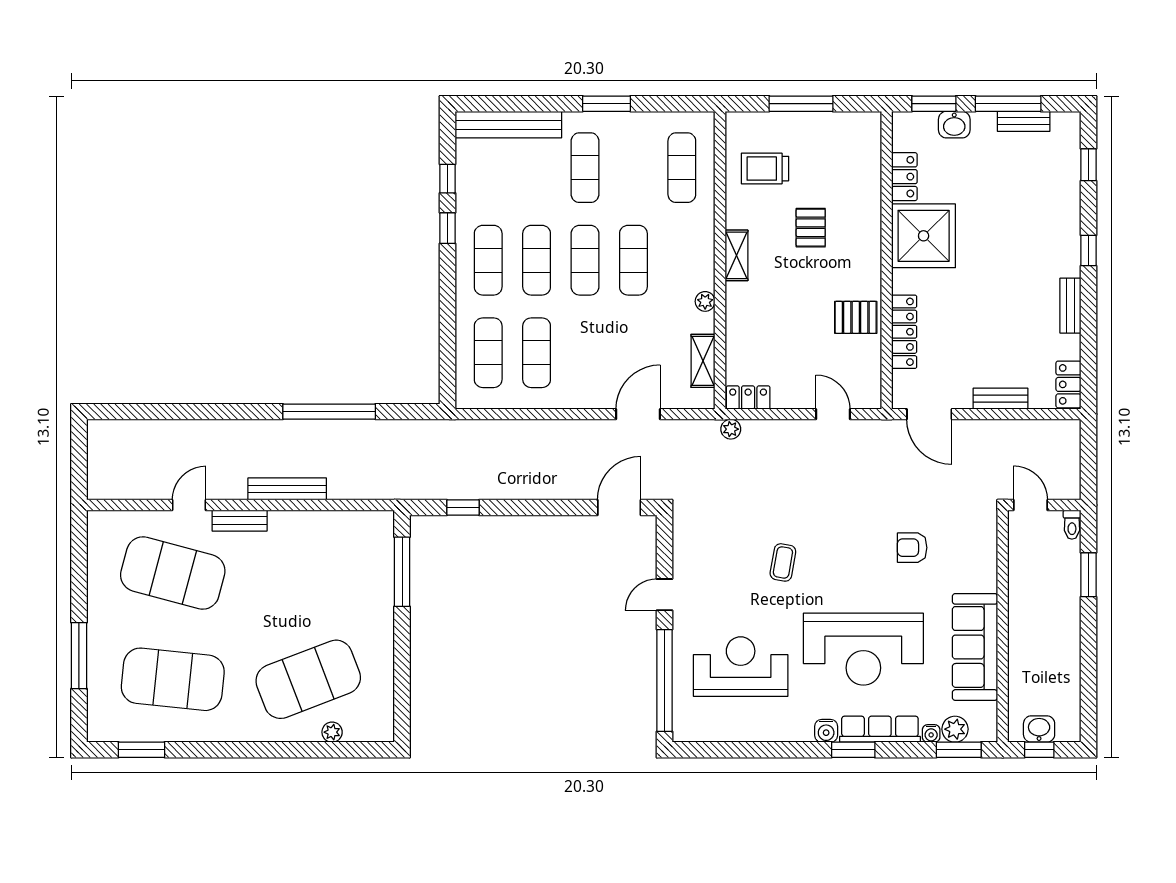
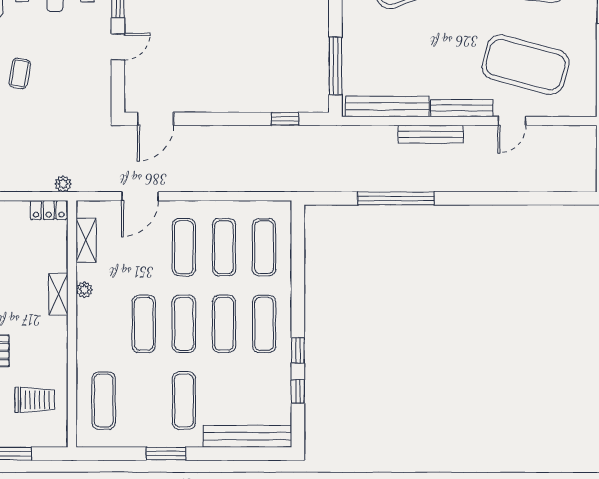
shelving: (736, 255) -> (58, 294), moved
exercise mat: (585, 353) -> (184, 247), added
bench: (240, 521) -> (462, 108), width x1.36
bench: (339, 523) -> (387, 106), added

